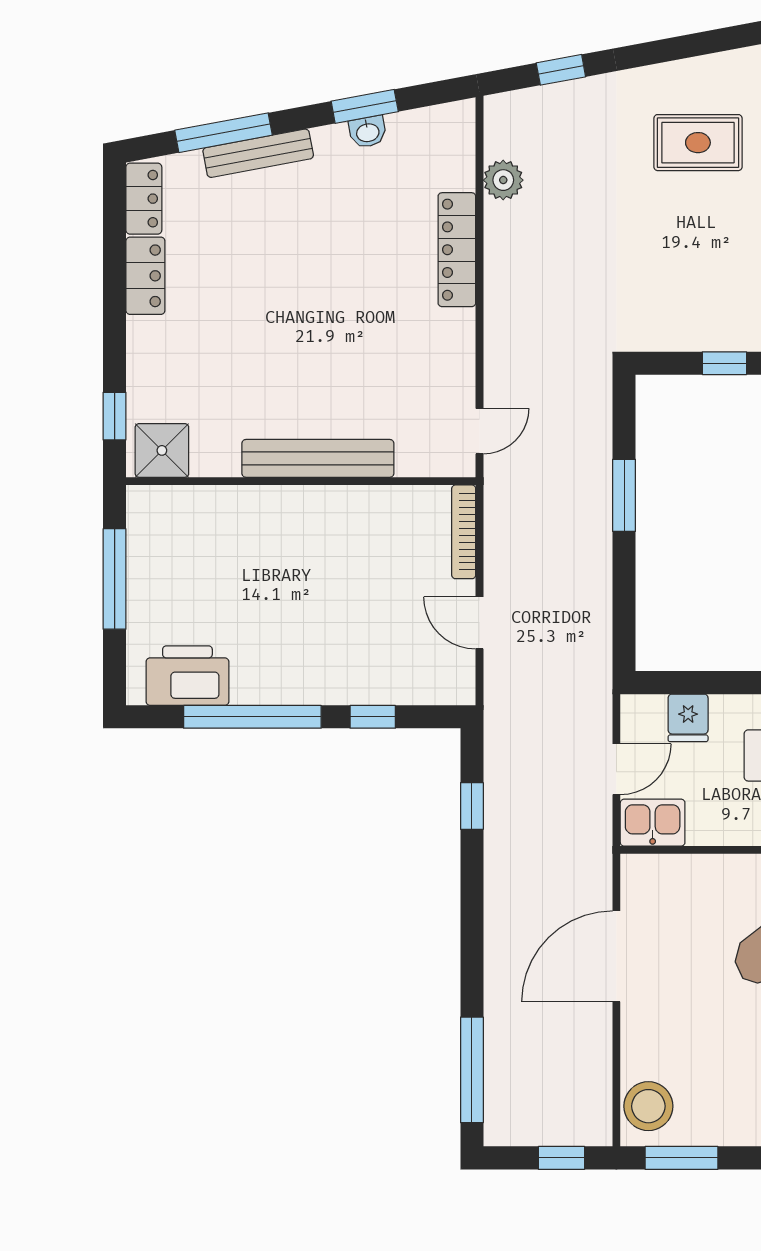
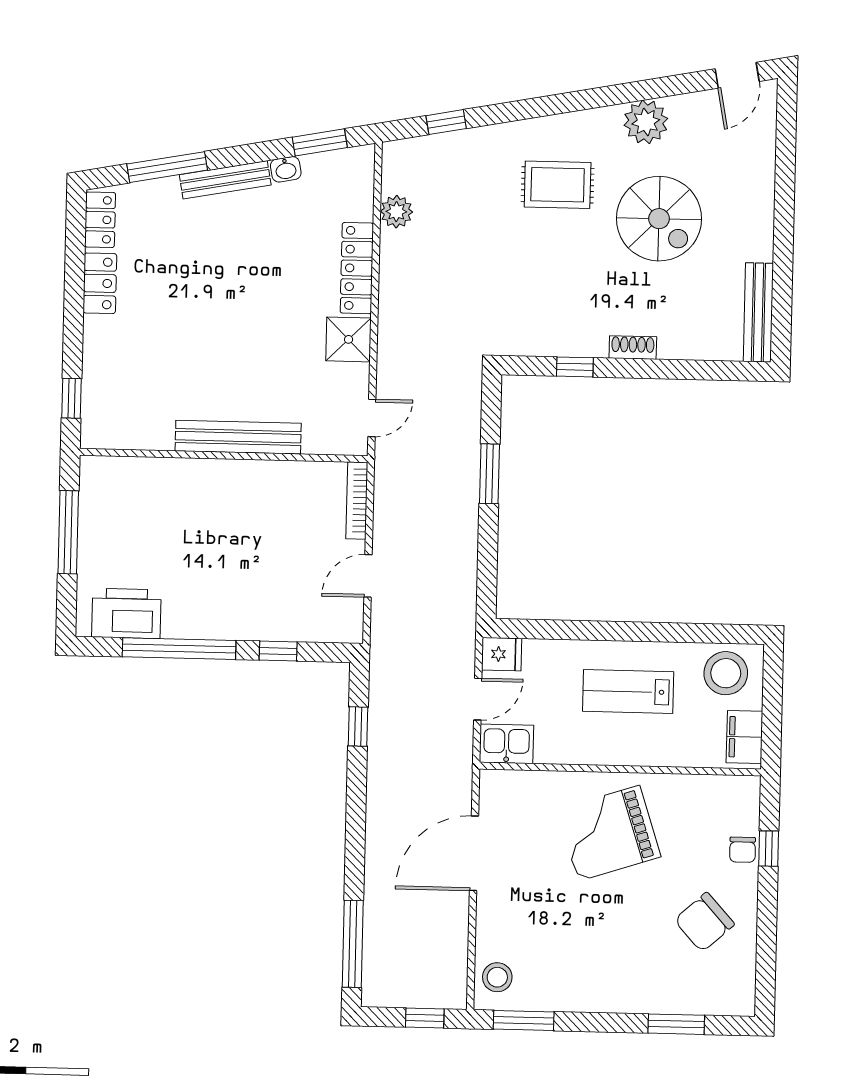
window: (365, 106) -> (320, 142), moved
bench: (258, 153) -> (225, 180), moved
shower: (162, 450) -> (349, 339), moved
door: (480, 623) -> (368, 576), hinge flipped
fridge: (688, 718) -> (502, 654), moved, turned -90
stool: (648, 1106) -> (497, 977), width x0.73, depth x0.73

